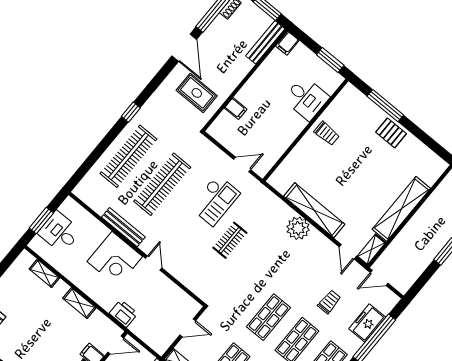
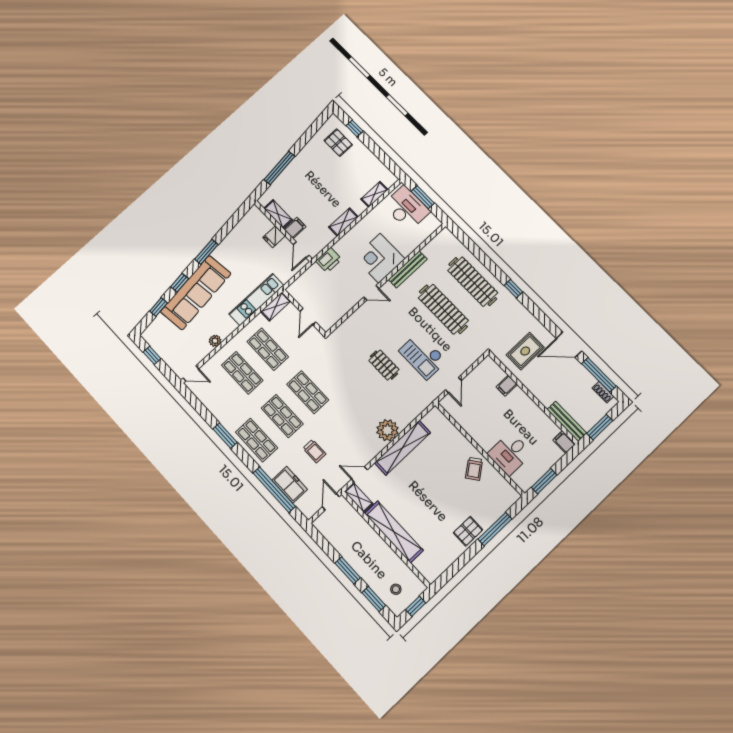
trolley: (327, 133) -> (474, 469), turned -37
desk: (60, 232) -> (406, 208), width x1.37

